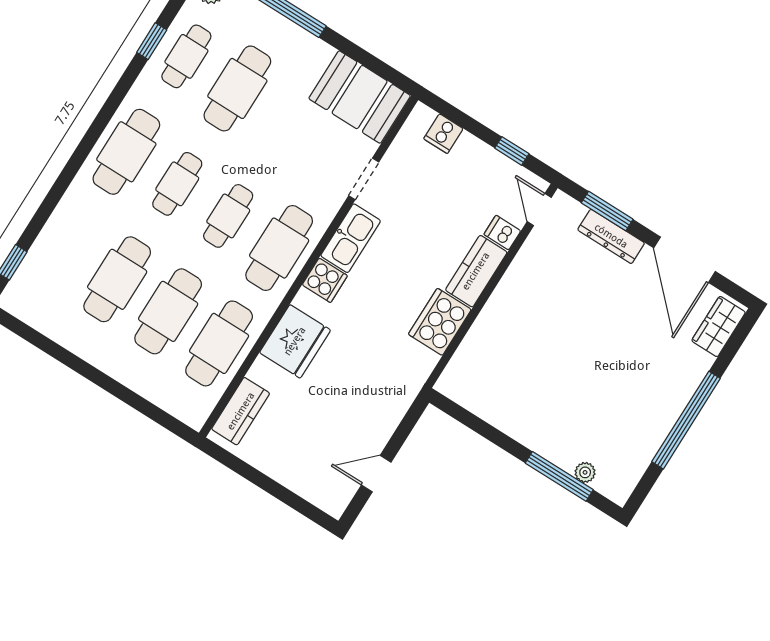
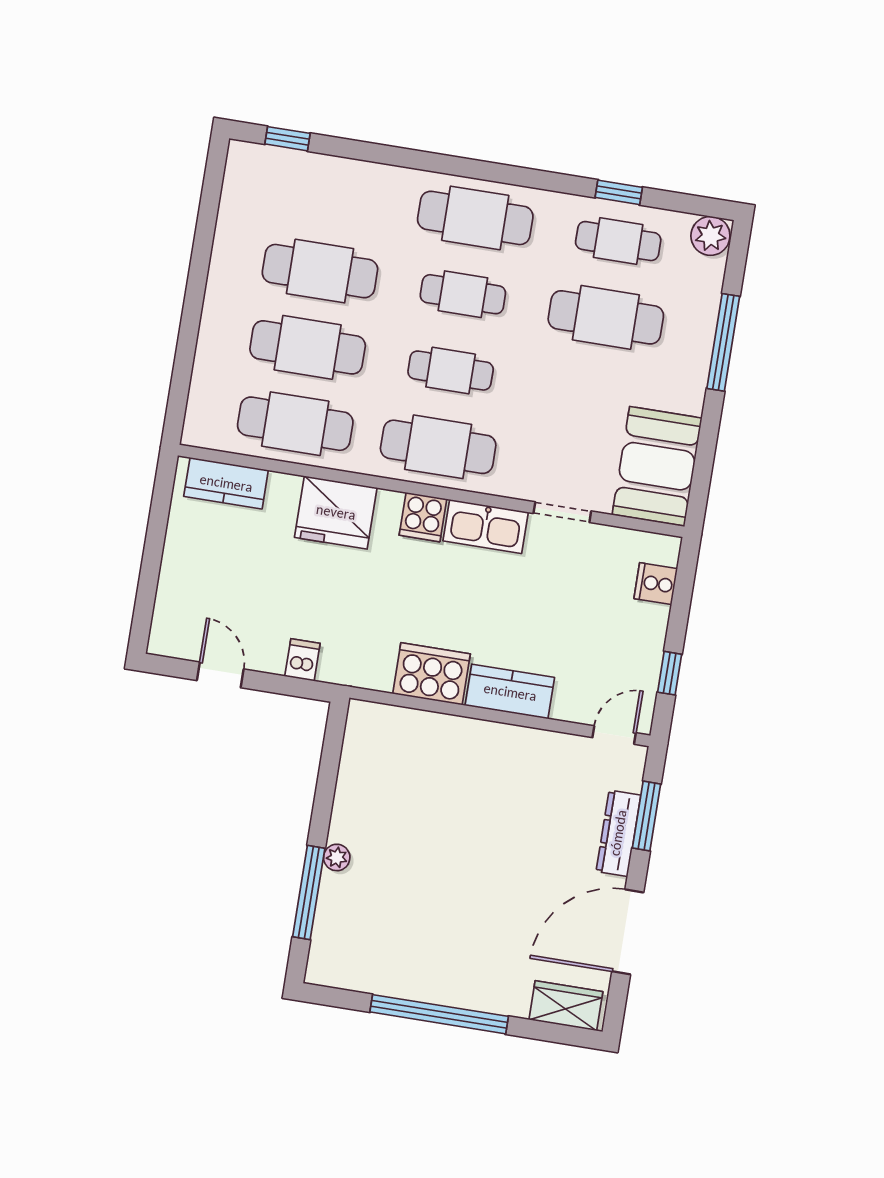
dishwasher: (502, 233) -> (302, 660), moved
plant: (585, 472) -> (337, 857), moved

